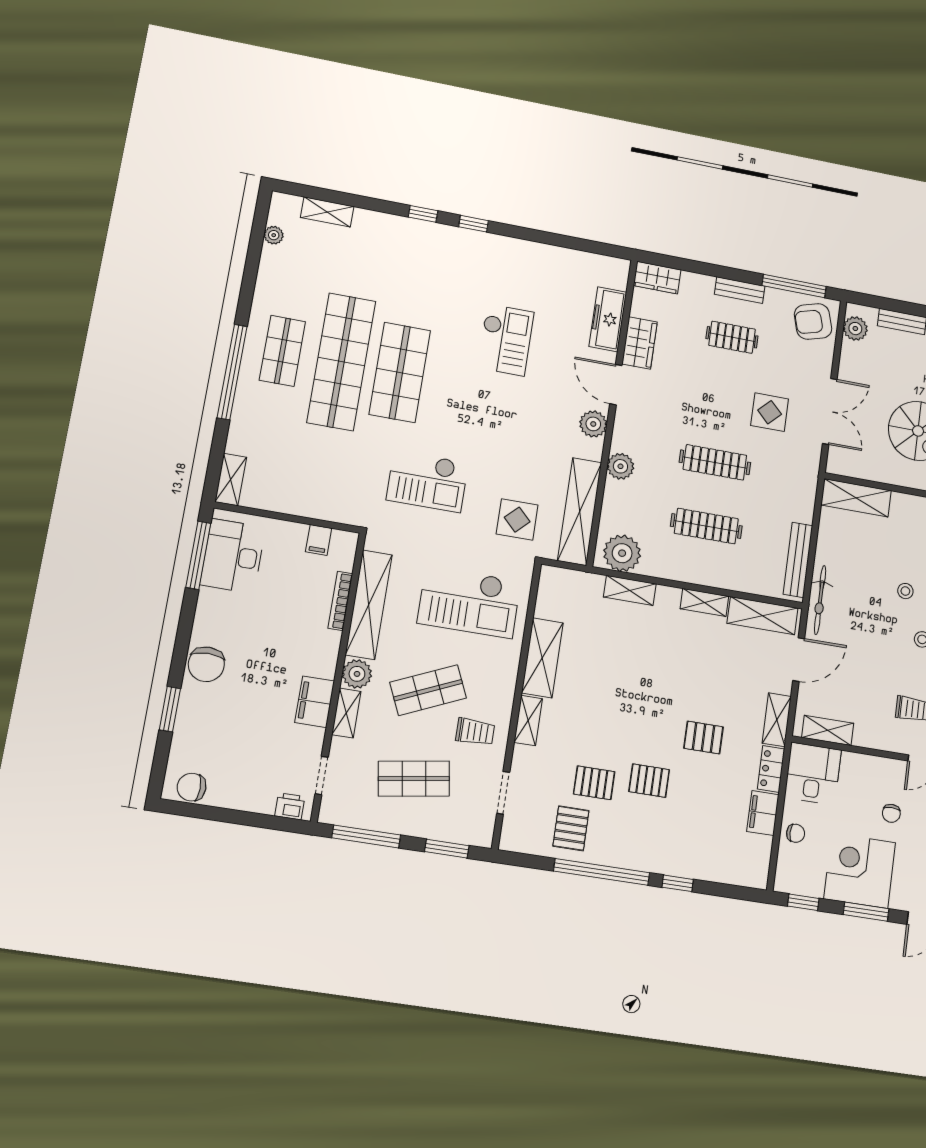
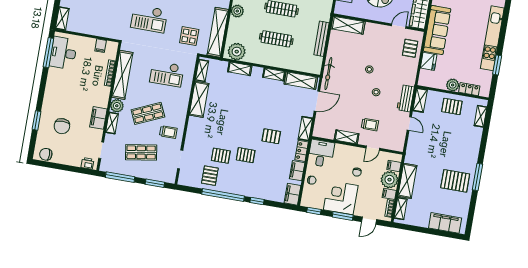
bench: (798, 560) -> (322, 39), moved
checkout: (469, 602) -> (167, 74), width x0.73, depth x0.83
chair: (206, 664) -> (62, 126), moved
shelving: (528, 720) -> (202, 71), moved
shelving: (828, 730) -> (347, 137), moved
filing cabinet: (755, 866) -> (292, 194), added

